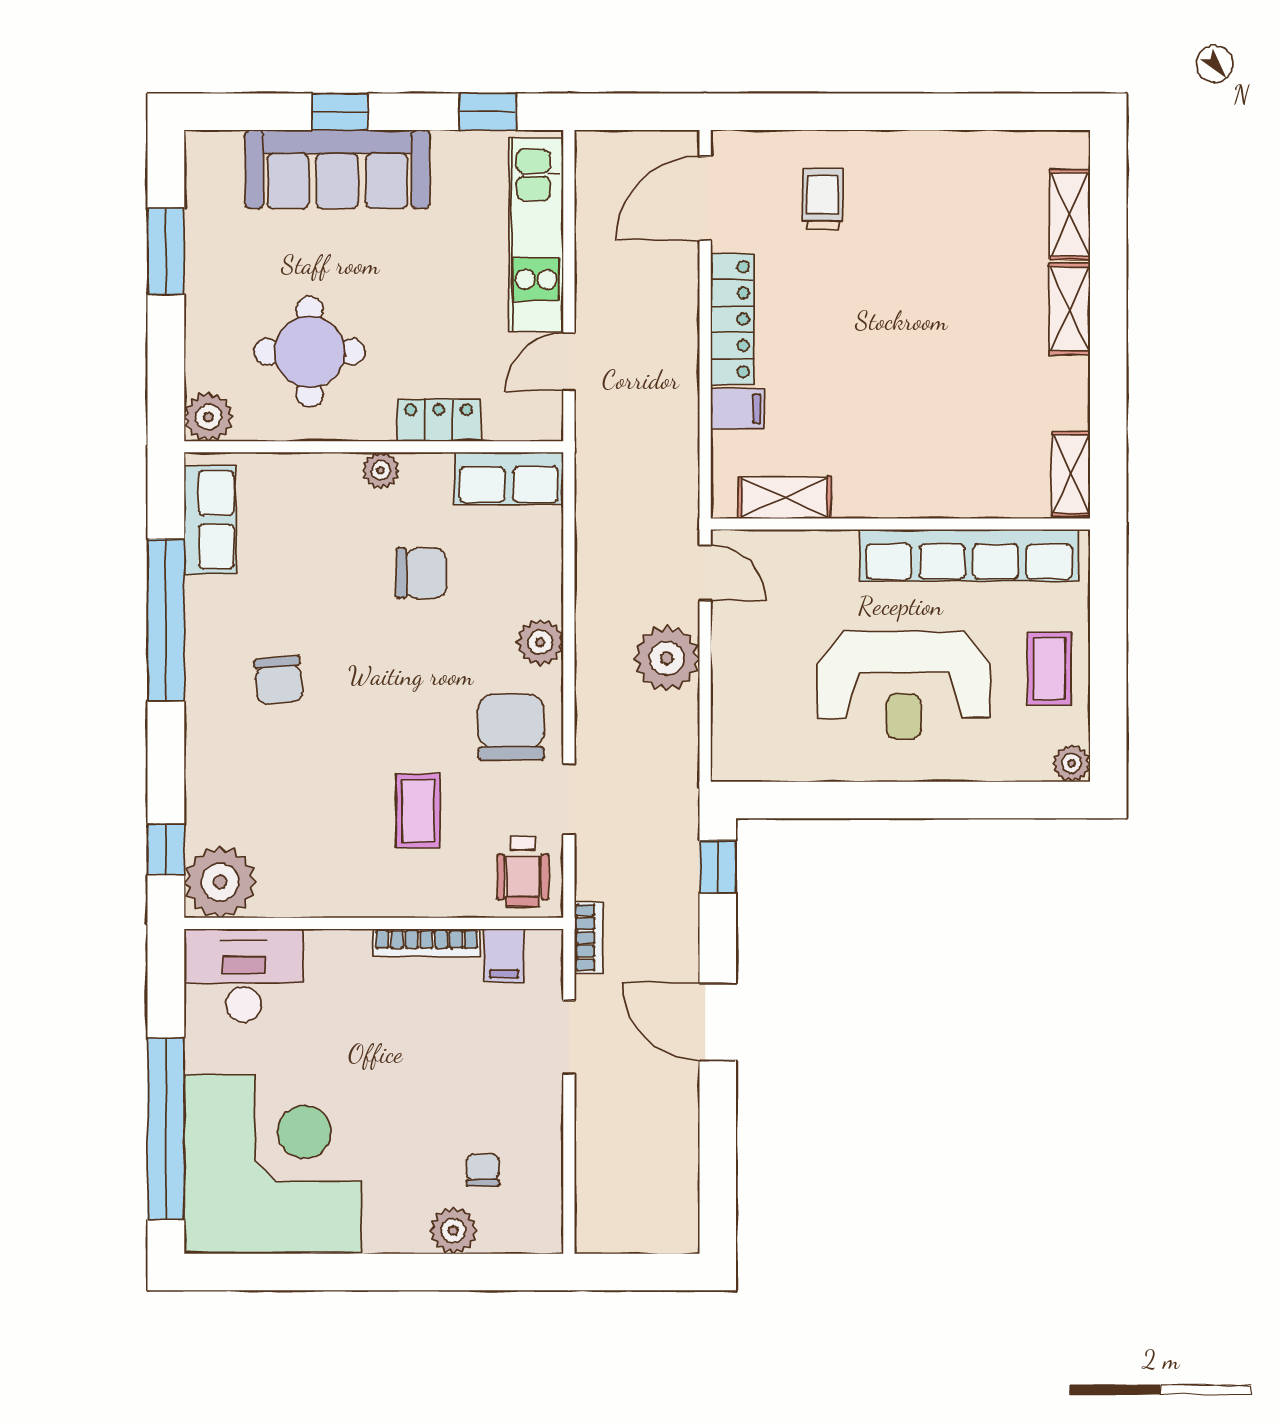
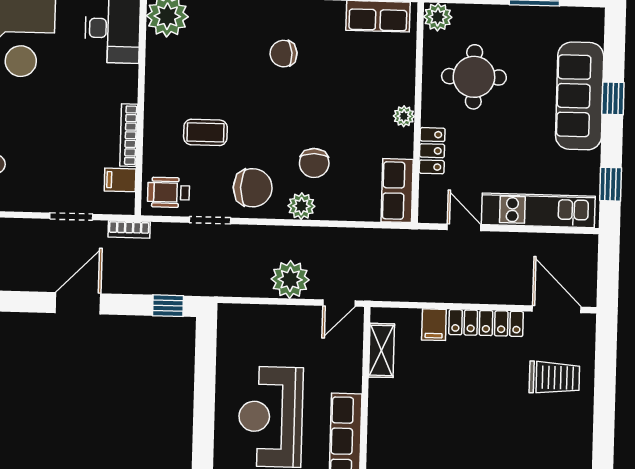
trolley: (823, 199) -> (554, 378), width x1.36, depth x1.39
chair: (421, 573) -> (314, 163), moved

